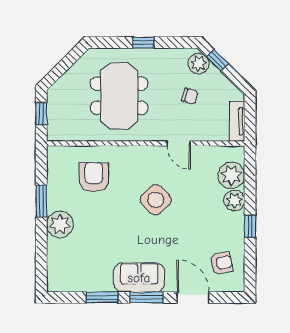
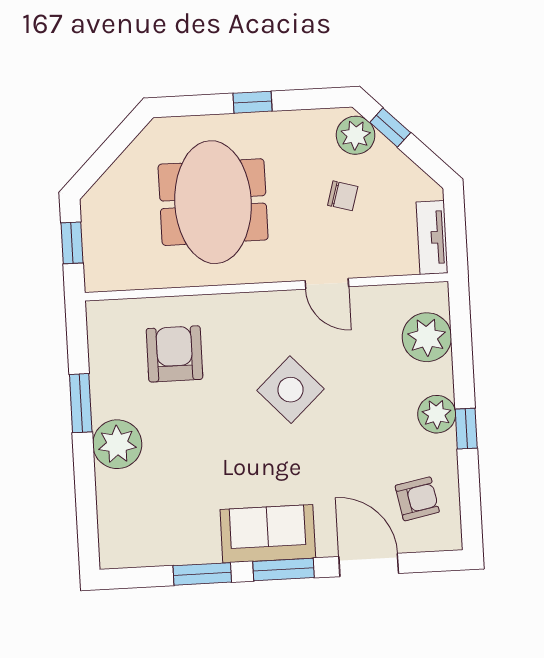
plant: (234, 200) -> (437, 414), moved

